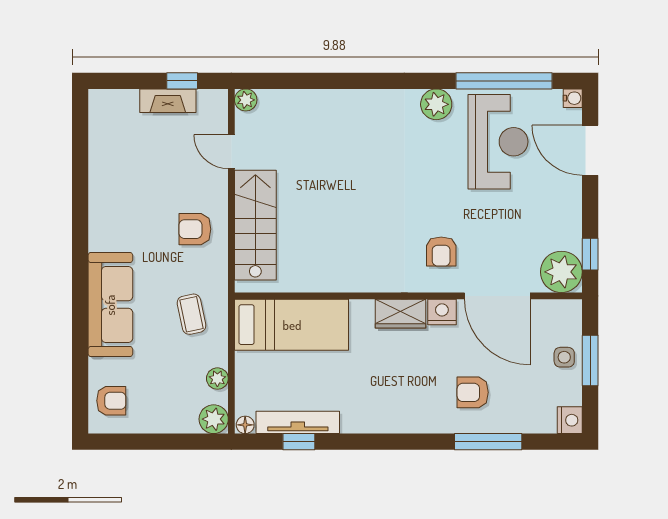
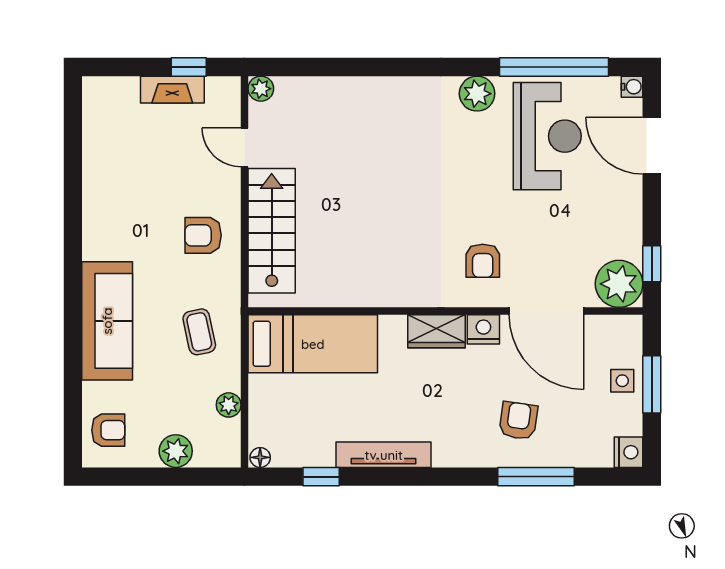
armchair: (473, 392) -> (518, 421), turned 98
plant: (214, 419) -> (176, 451), moved
tv unit: (298, 422) -> (384, 455), moved

